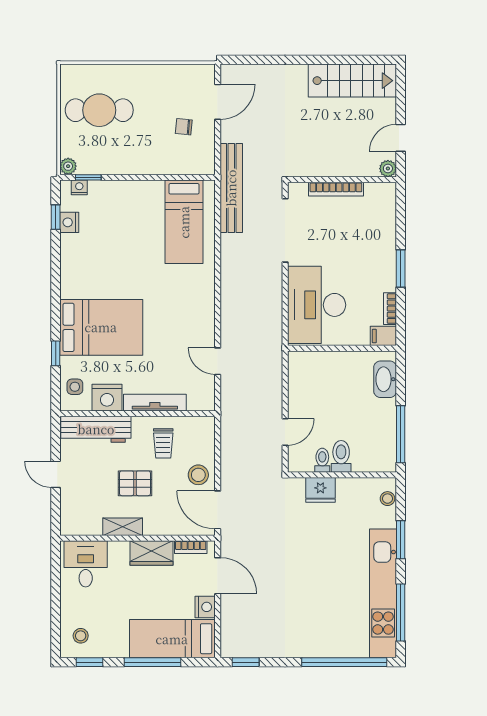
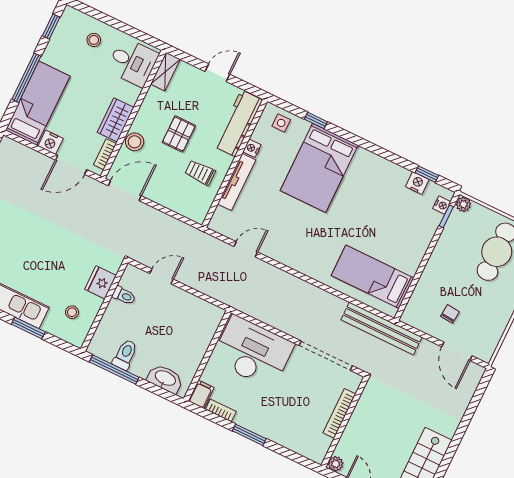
nightstand: (107, 398) -> (252, 148), width x0.53, depth x0.56
door: (285, 432) -> (162, 276), swing flipped
toilet: (341, 456) -> (125, 355), moved, turned -90
stool: (198, 475) -> (135, 142), moved
stool: (388, 499) -> (72, 312), moved
shelving: (123, 527) -> (165, 72), moved
stool: (81, 636) -> (94, 40), moved

